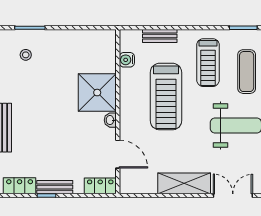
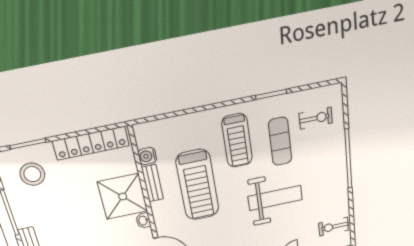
bench: (160, 36) -> (152, 183), moved, turned 90
locker: (82, 38) -> (91, 143), added
stool: (26, 55) -> (32, 174), width x1.89, depth x1.89

